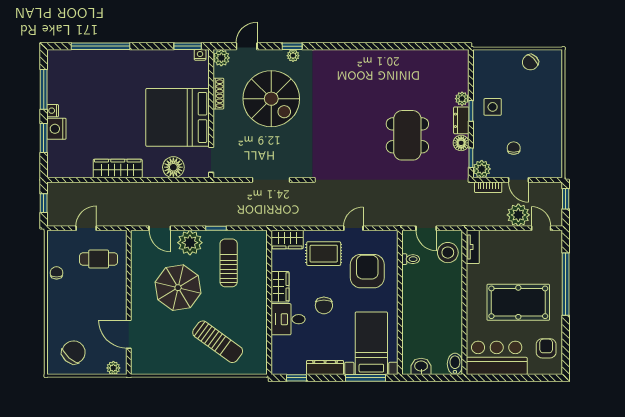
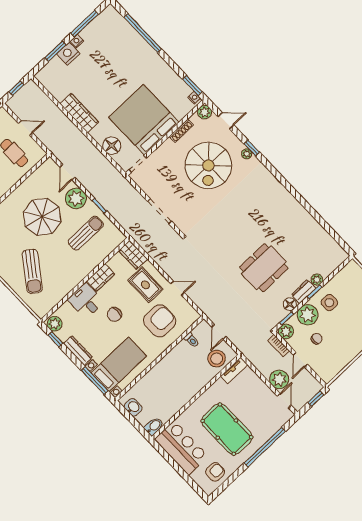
plant: (485, 136) -> (308, 315), added
plant: (282, 366) -> (55, 324), added

